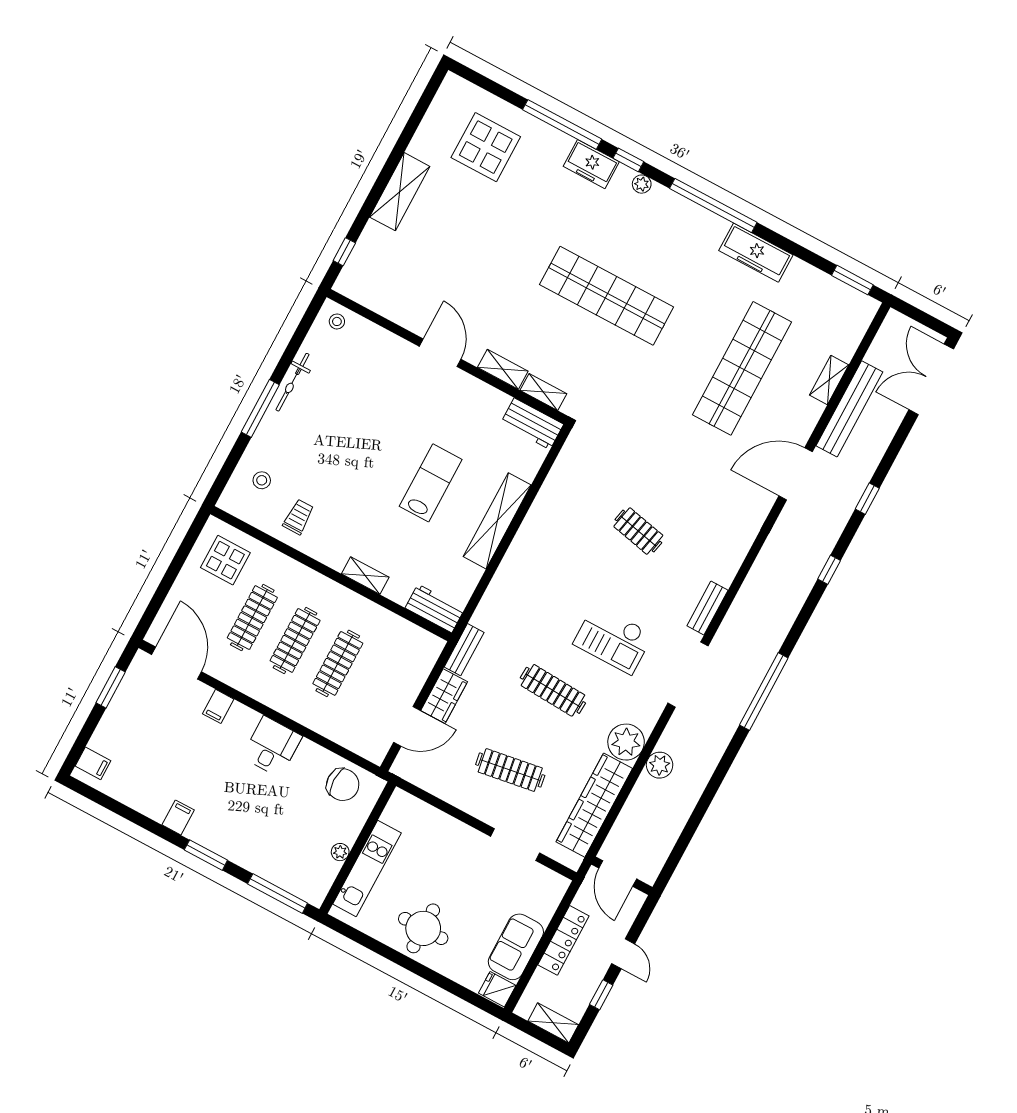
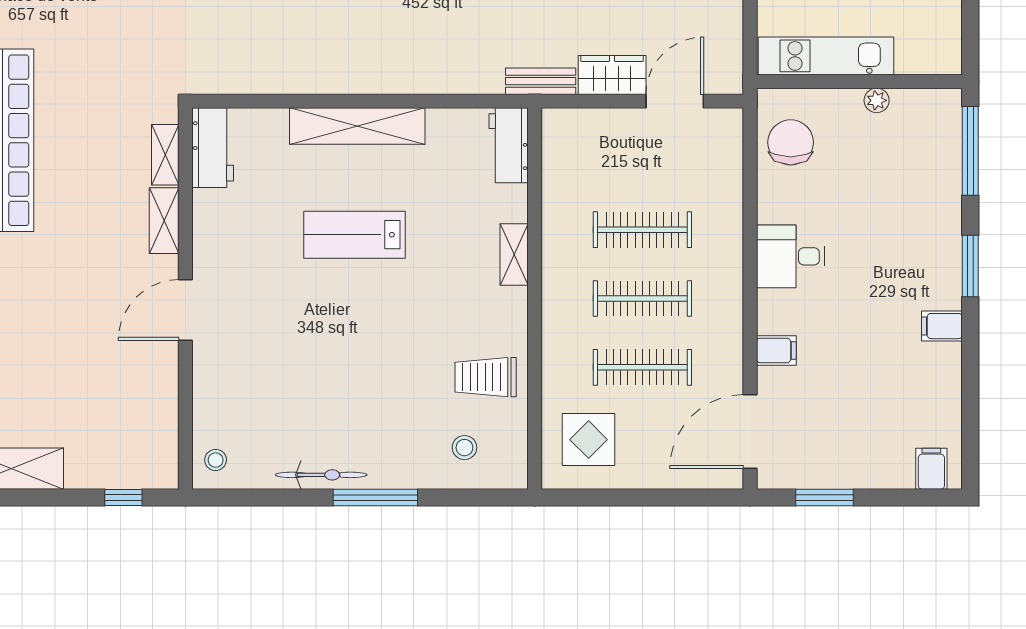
trolley: (298, 517) -> (486, 377), width x1.36, depth x1.39
door: (407, 726) -> (675, 101), hinge flipped
kitchen unit: (367, 868) -> (826, 56), moved

